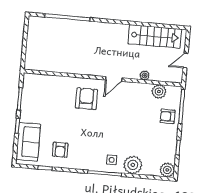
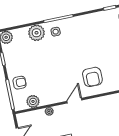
armchair: (60, 150) -> (102, 27), removed

